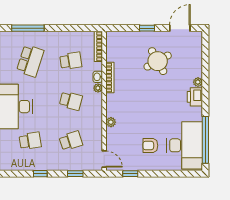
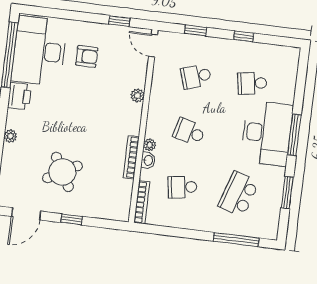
printer: (195, 97) -> (19, 96), moved

